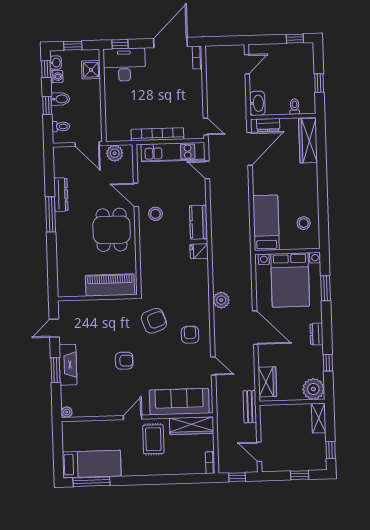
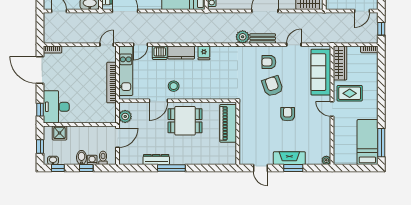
washing machine: (57, 77) -> (92, 160), moved
dishwasher: (197, 195) -> (160, 53), added
armchair: (154, 321) -> (273, 86), moved
bench: (250, 407) -> (263, 38), moved

